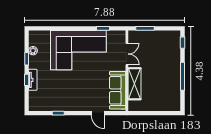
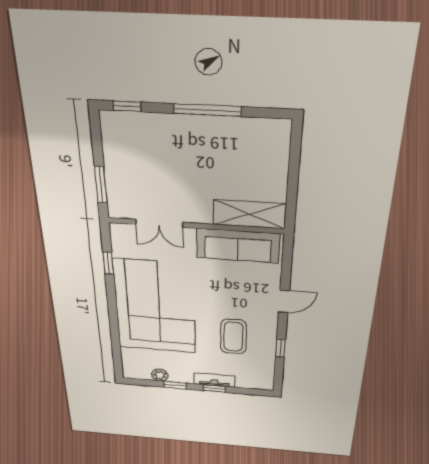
double door: (127, 54) -> (159, 223), swing flipped
shelving: (135, 84) -> (249, 214), moved
coffee table: (63, 89) -> (233, 337), added
door: (98, 113) -> (284, 301), moved

